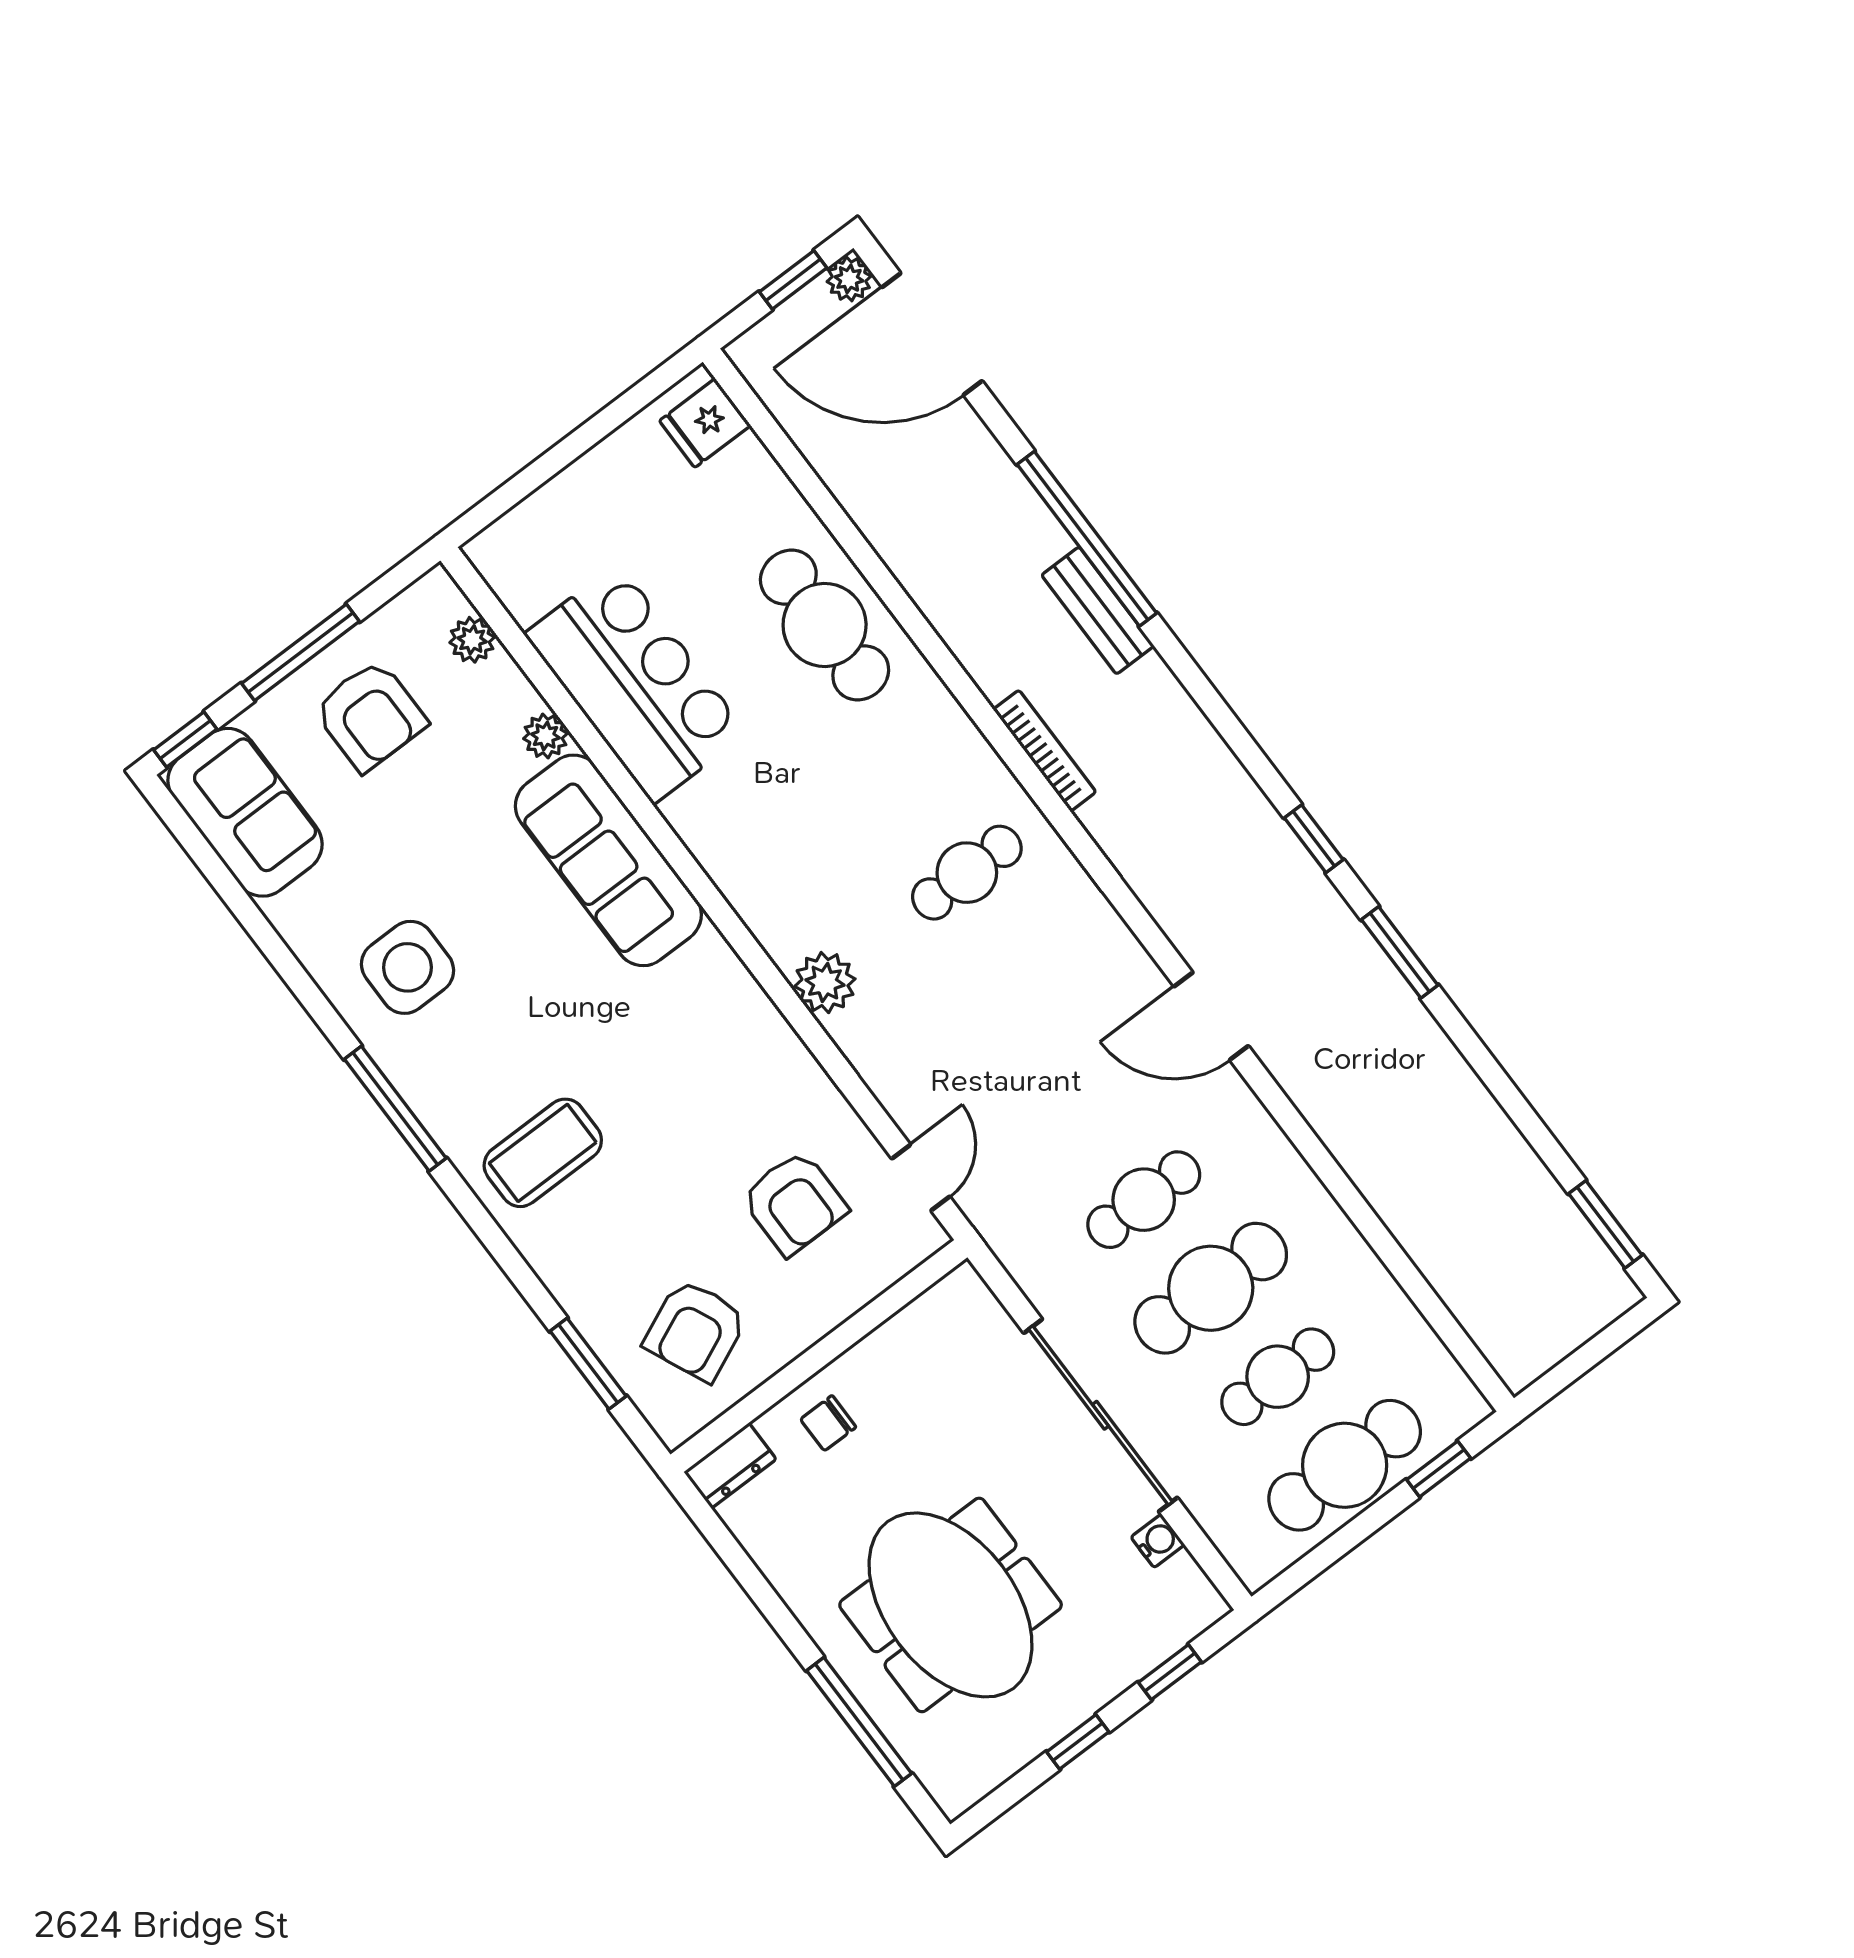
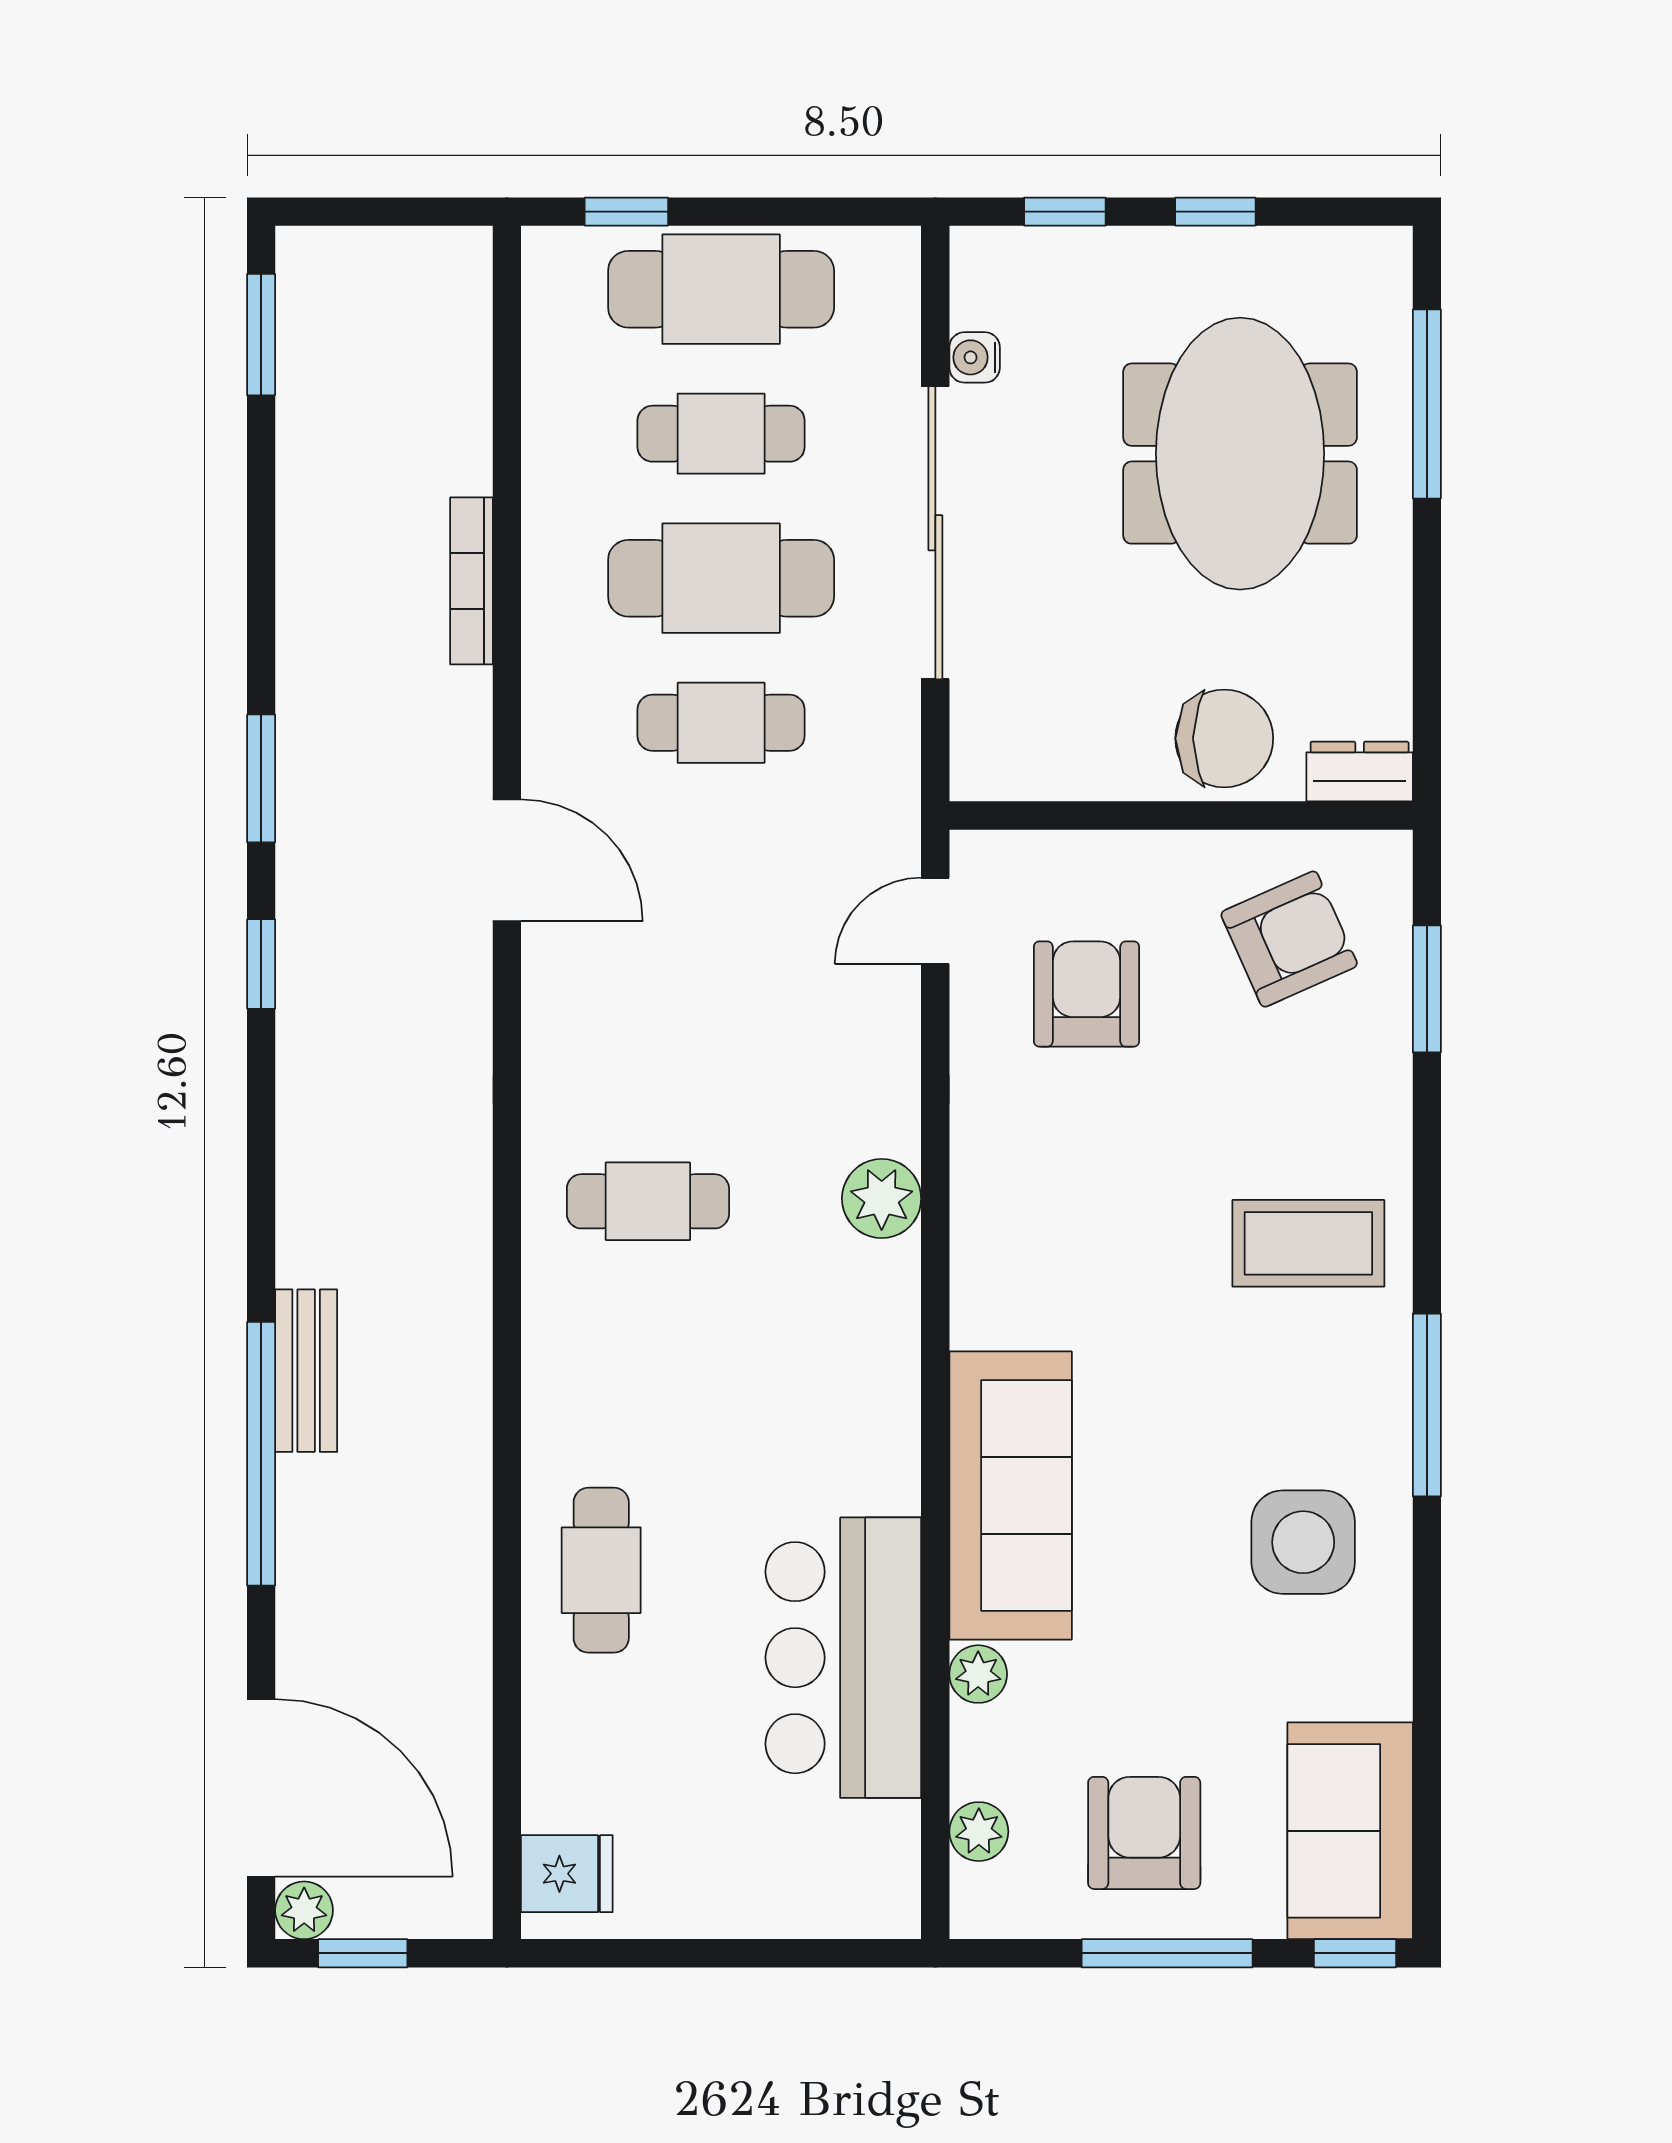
cafe table: (825, 625) -> (601, 1570), width x0.73, depth x0.74
bookcase: (1045, 751) -> (471, 581), moved
chair: (828, 1423) -> (1224, 738), width x1.87, depth x1.87

